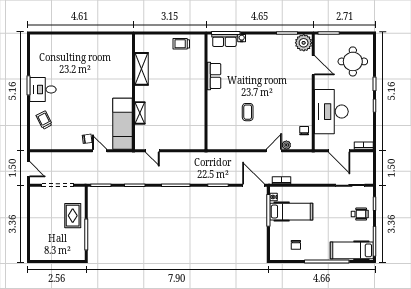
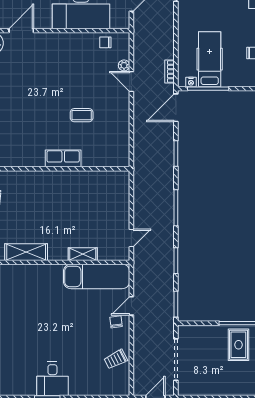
row of seats: (214, 76) -> (63, 158), moved
trolley: (44, 120) -> (116, 359), moved
rug: (73, 216) -> (238, 345), moved, turned 90

